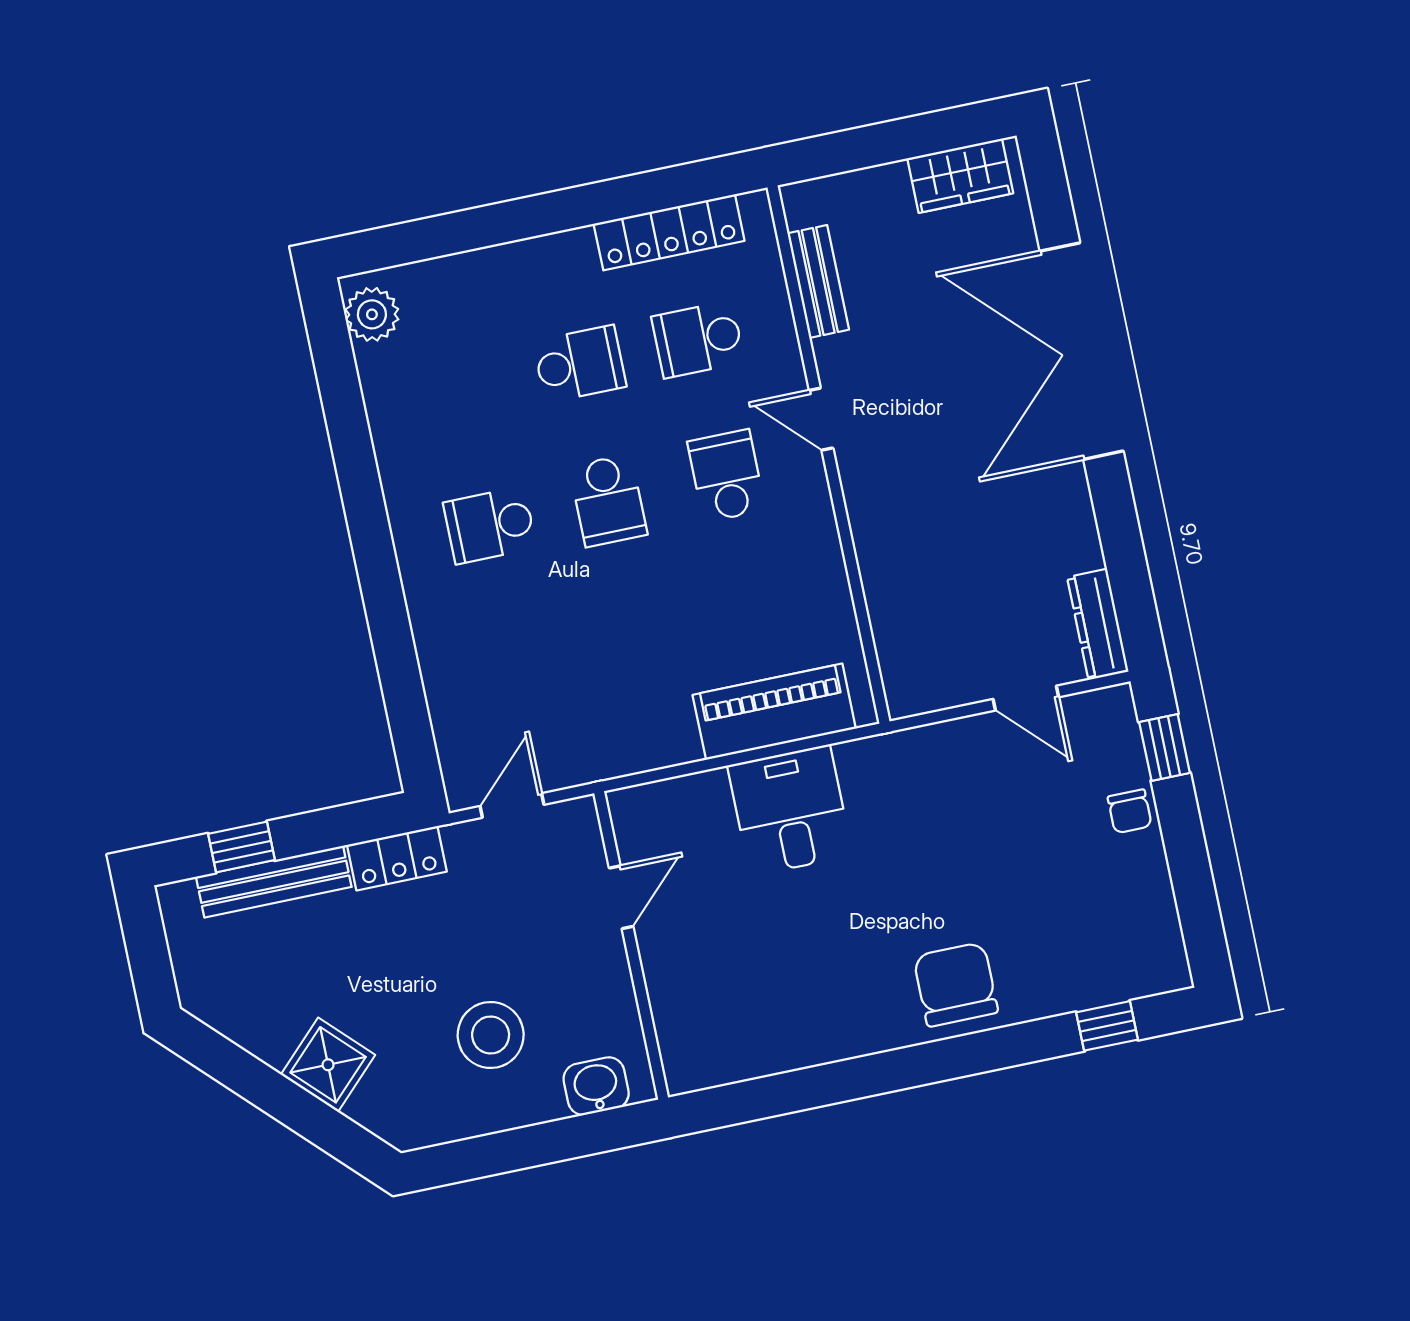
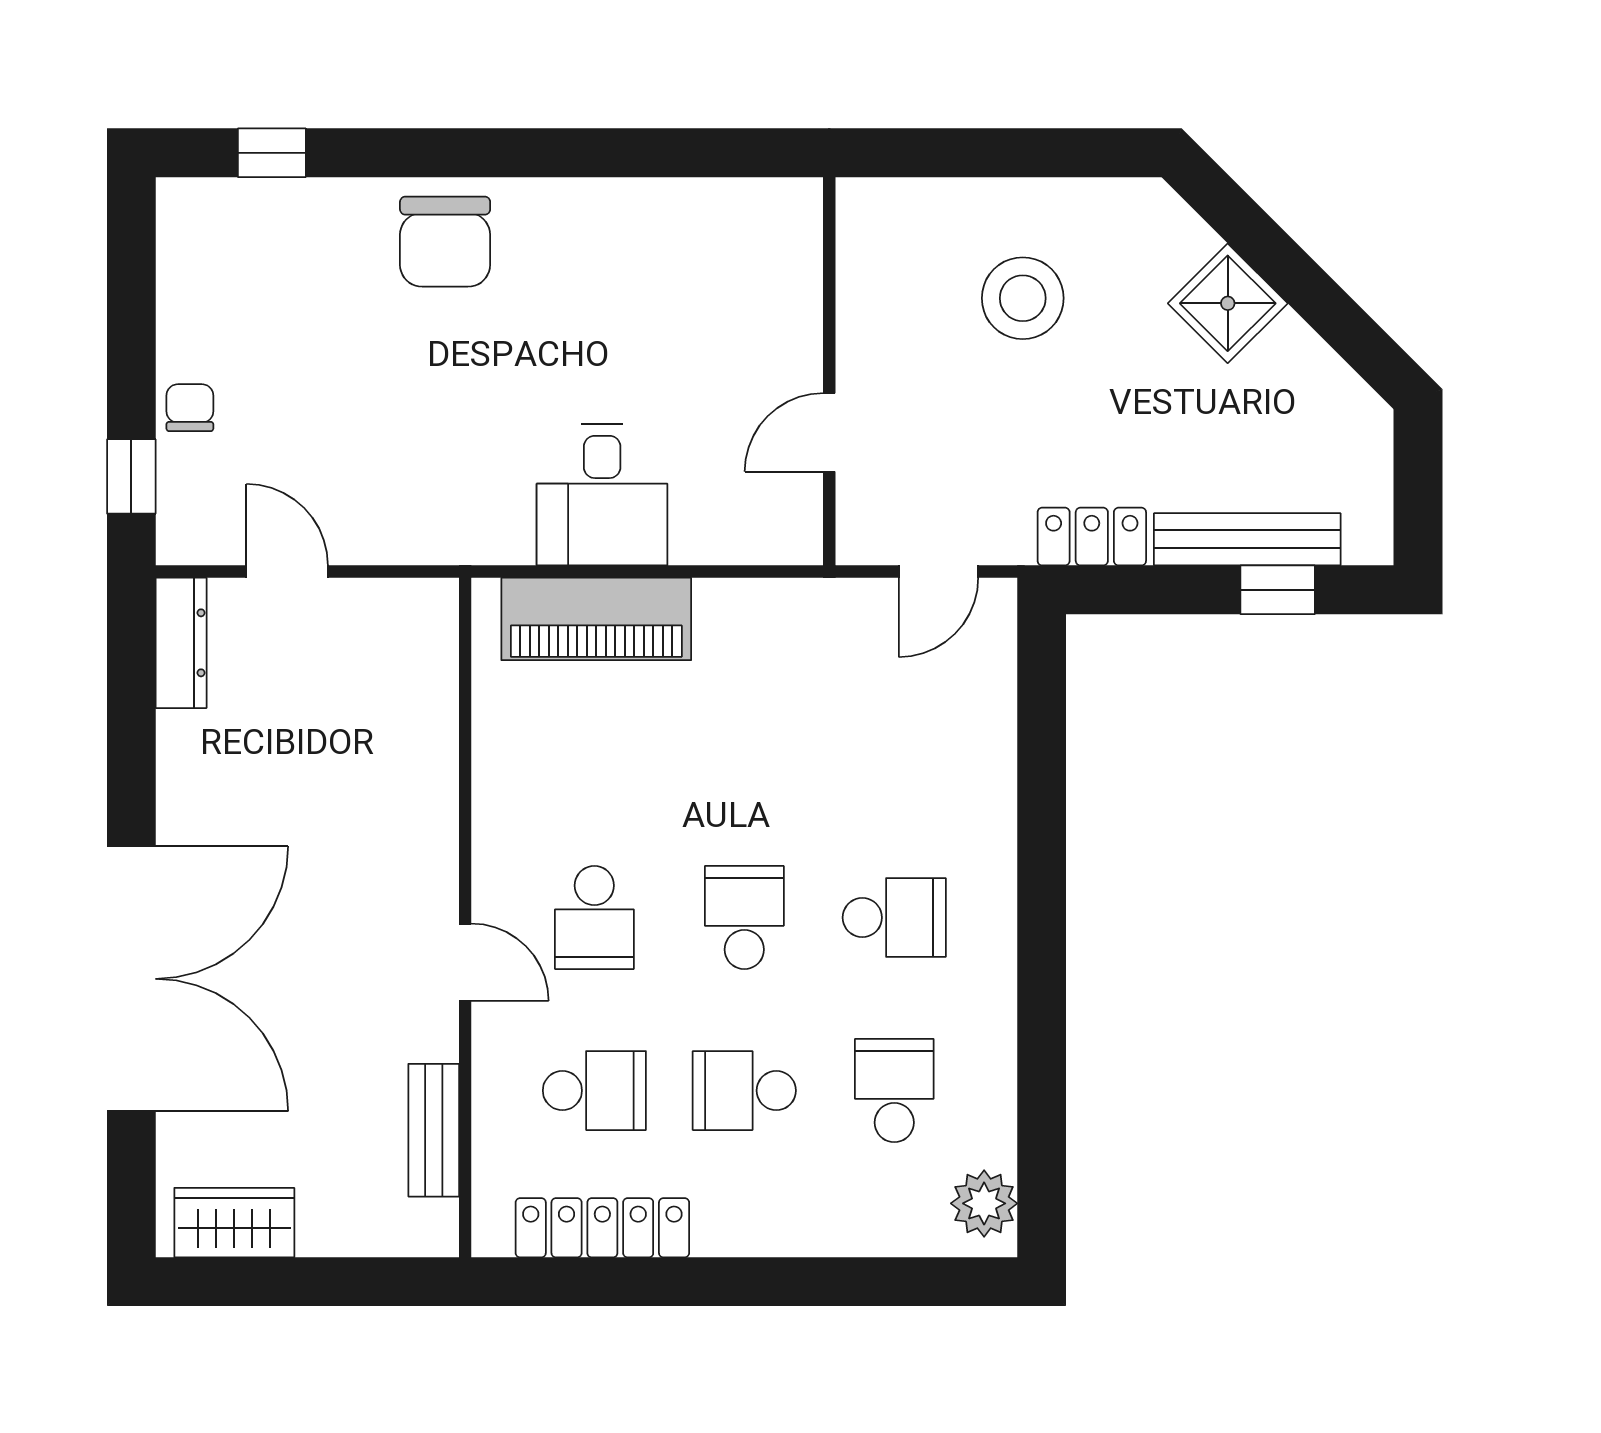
school desk: (461, 389) -> (894, 1091), added
washbasin: (596, 1086) -> (908, 209), removed

